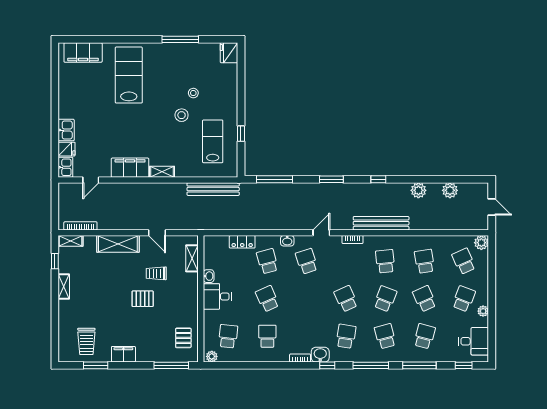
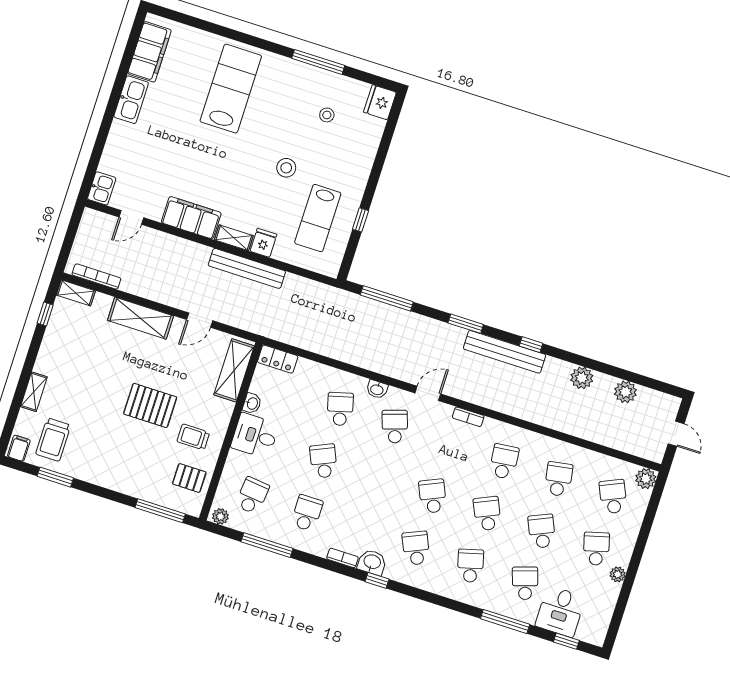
filing cabinet: (83, 53) -> (149, 52), moved, turned -90
stool: (193, 93) -> (327, 115), moved
kitchen sink: (66, 130) -> (131, 100), moved, width x1.38
lab bench: (213, 141) -> (318, 218), turned 180
fridge: (67, 149) -> (263, 243), moved, turned -90
bench: (213, 189) -> (247, 268), moved
bench: (381, 223) -> (505, 352), moved
door: (157, 233) -> (200, 320), hinge flipped
locker: (242, 242) -> (278, 359), moved
shelving: (192, 258) -> (234, 370), width x1.50, depth x1.33
trolley: (156, 273) -> (193, 437), moved
shelving: (64, 287) -> (34, 392), moved
pallet: (143, 299) -> (150, 405), width x1.50, depth x1.42
school desk: (385, 299) -> (487, 514), turned -45
school desk: (464, 299) -> (596, 549), turned -36
school desk: (346, 336) -> (416, 548), turned -33
school desk: (424, 336) -> (525, 583), turned -33
pallet: (183, 338) -> (189, 478), turned 90
desk: (474, 341) -> (560, 611), moved, turned 90
filing cabinet: (123, 354) -> (19, 448), moved, width x0.50
window: (371, 365) -> (267, 545), moved

